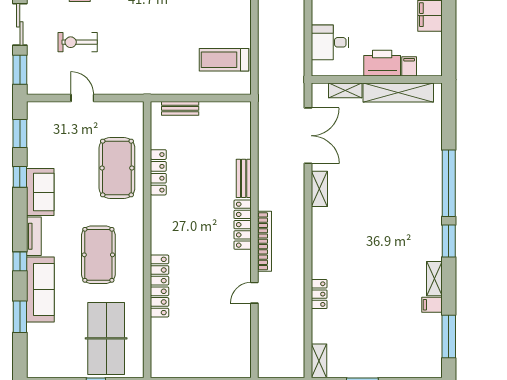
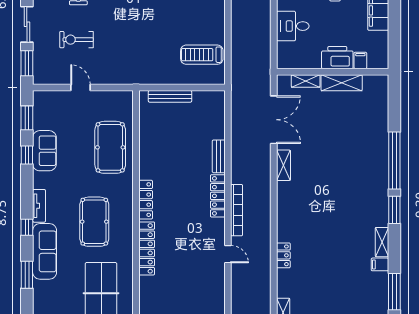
desk: (330, 42) -> (293, 26), moved
shelving: (398, 93) -> (342, 83), width x0.68
bench: (180, 108) -> (170, 96), width x1.36
locker: (158, 172) -> (146, 200), moved
sofa: (40, 192) -> (44, 151), moved
door: (254, 293) -> (228, 254), swing flipped

